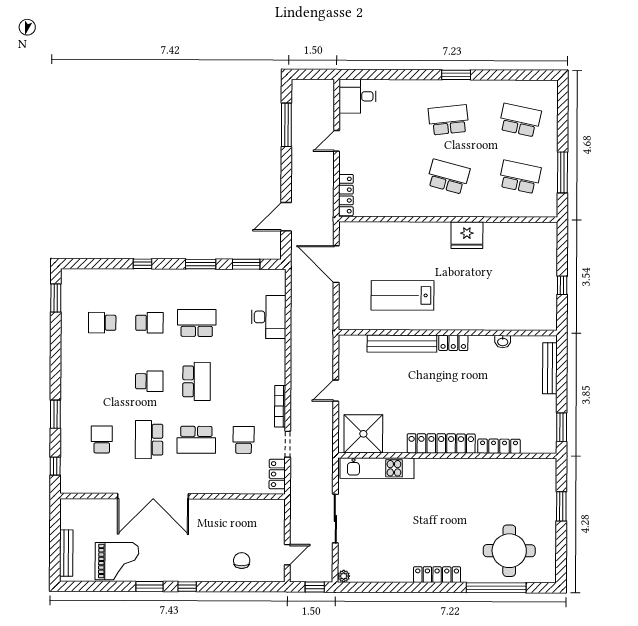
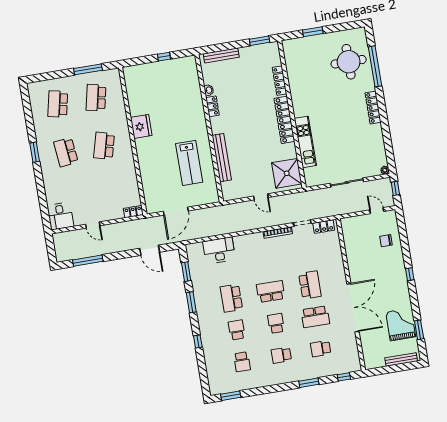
locker: (346, 195) -> (133, 212), width x0.66
locker: (453, 343) -> (212, 106), moved
school desk: (244, 440) -> (281, 355), moved
kitchen unit: (377, 468) -> (305, 142), moved
window: (149, 586) -> (419, 330), moved

